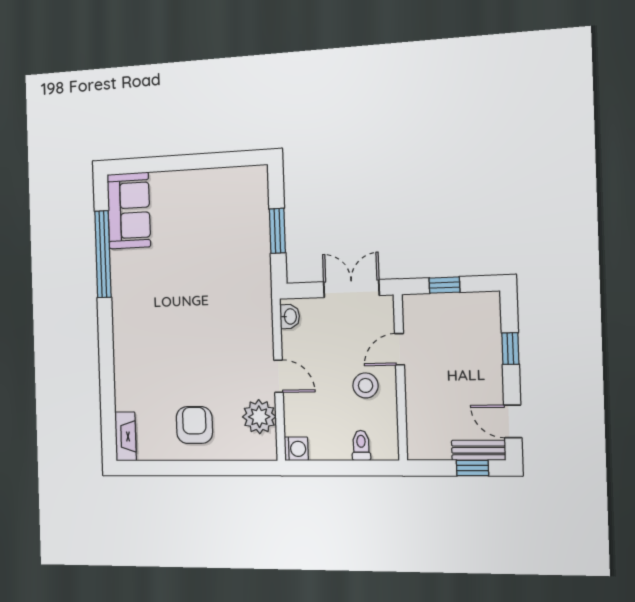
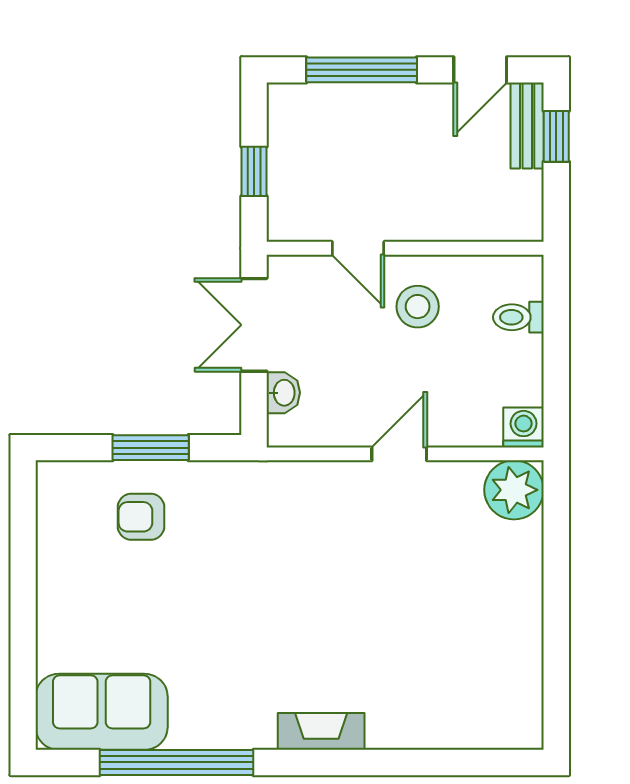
washbasin: (290, 316) -> (283, 393), moved, turned 90
window: (510, 349) -> (362, 70), width x2.17
plant: (259, 417) -> (514, 490), moved
armchair: (194, 425) -> (141, 517), moved, width x0.72, depth x0.72
fireplace: (126, 436) -> (321, 731), moved

